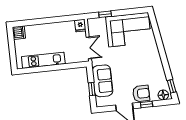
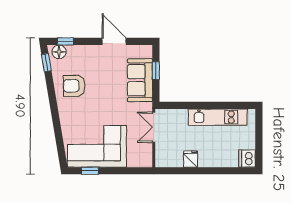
window: (105, 14) -> (90, 171), moved
fridge: (80, 26) -> (191, 159), moved
armchair: (141, 94) -> (74, 86), moved
window: (147, 104) -> (65, 41), moved

